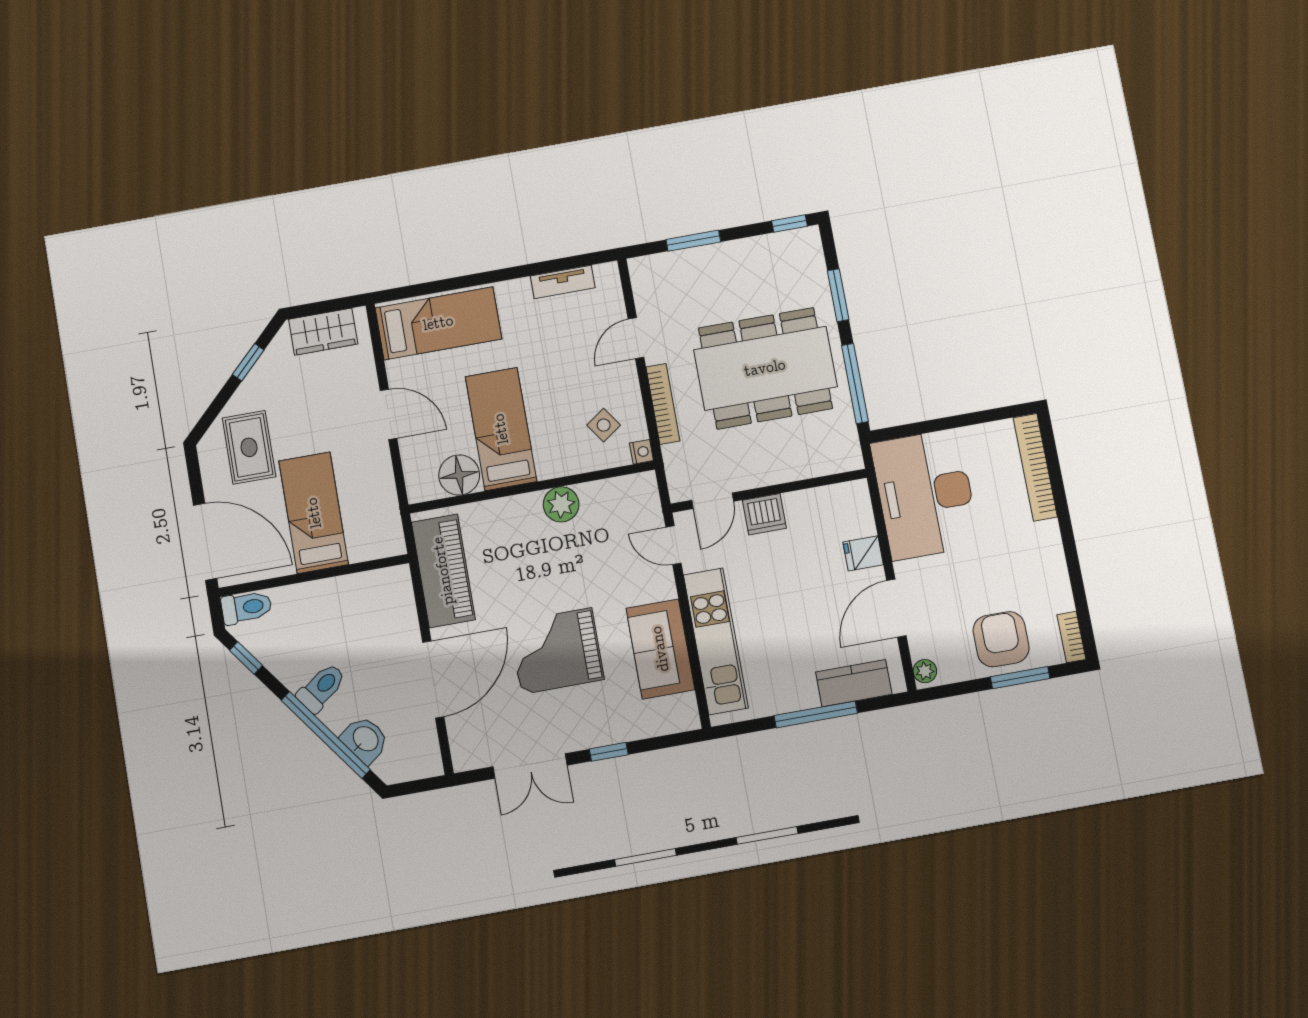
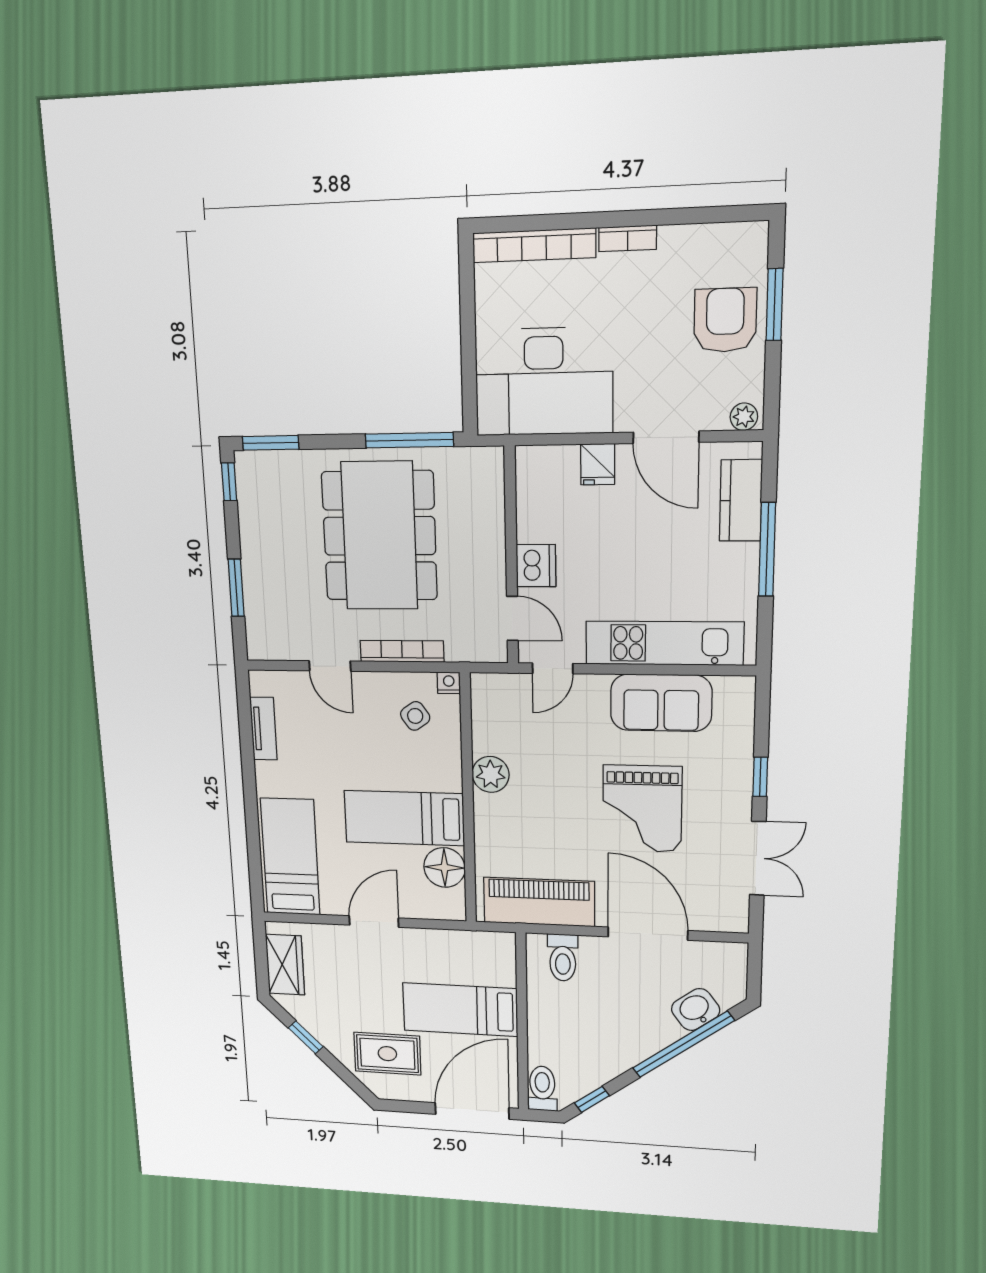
window: (838, 295) -> (271, 443), moved
bookcase: (1071, 637) -> (628, 238), moved
armchair: (1001, 639) -> (725, 320), turned 90
toilet: (321, 688) -> (563, 958), moved, turned -143

